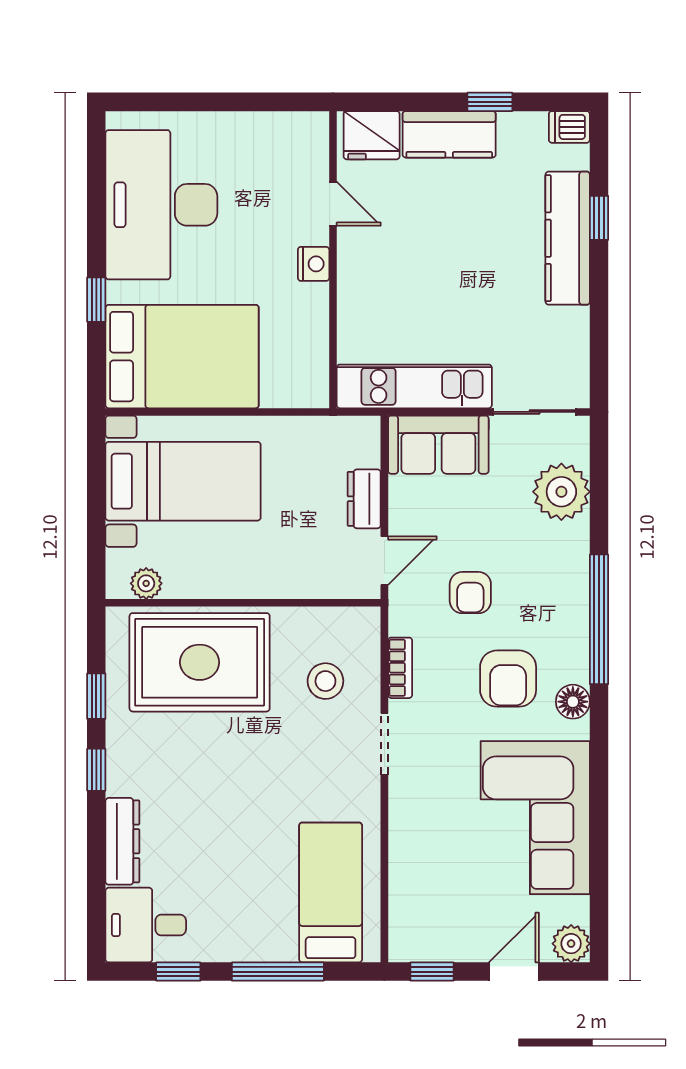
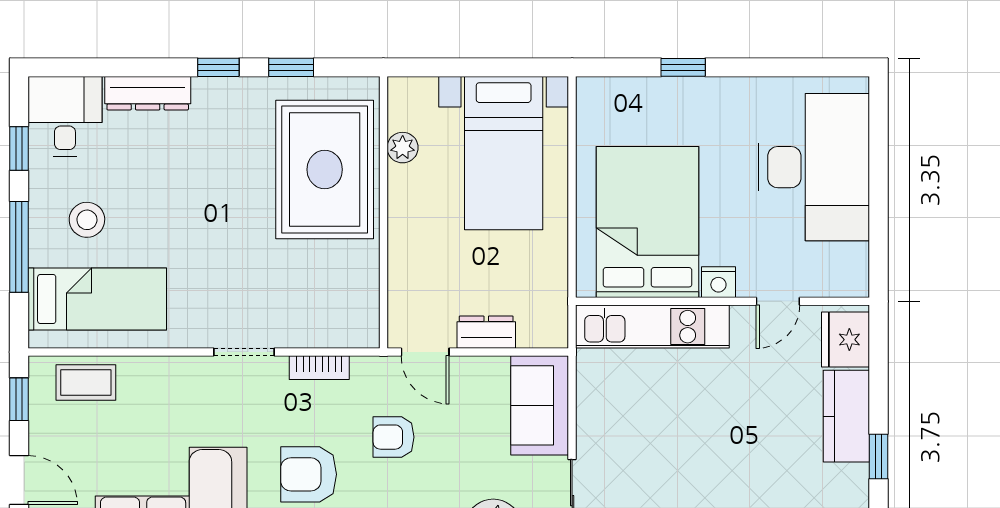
desk: (161, 205) -> (814, 167), moved, turned 90
bed: (182, 357) -> (647, 222), moved, turned 180
kitchen unit: (414, 386) -> (652, 327), moved, turned 90
plant: (146, 583) -> (403, 148), moved
stool: (325, 681) -> (87, 220), moved
coffee table: (415, 904) -> (86, 383), added

